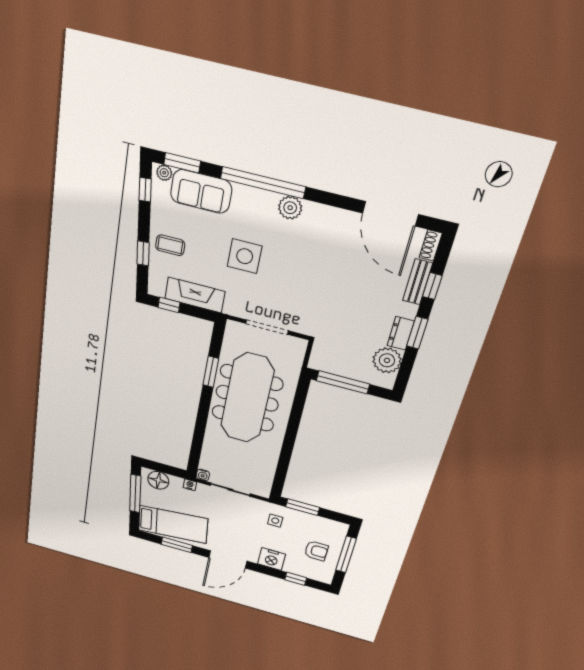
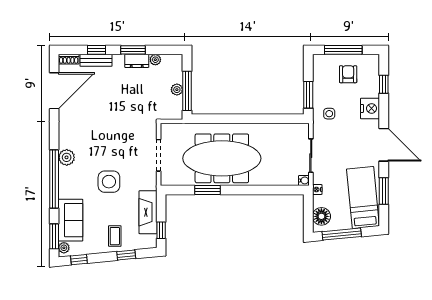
plant: (387, 360) -> (155, 60), width x0.53, depth x0.53
plant: (348, 371) -> (177, 90), added

